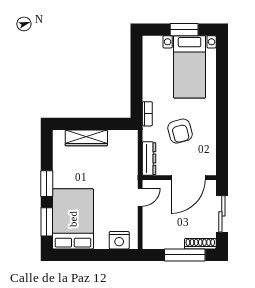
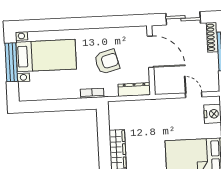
window: (184, 30) -> (11, 62), width x1.44
door: (140, 197) -> (194, 95), moved

